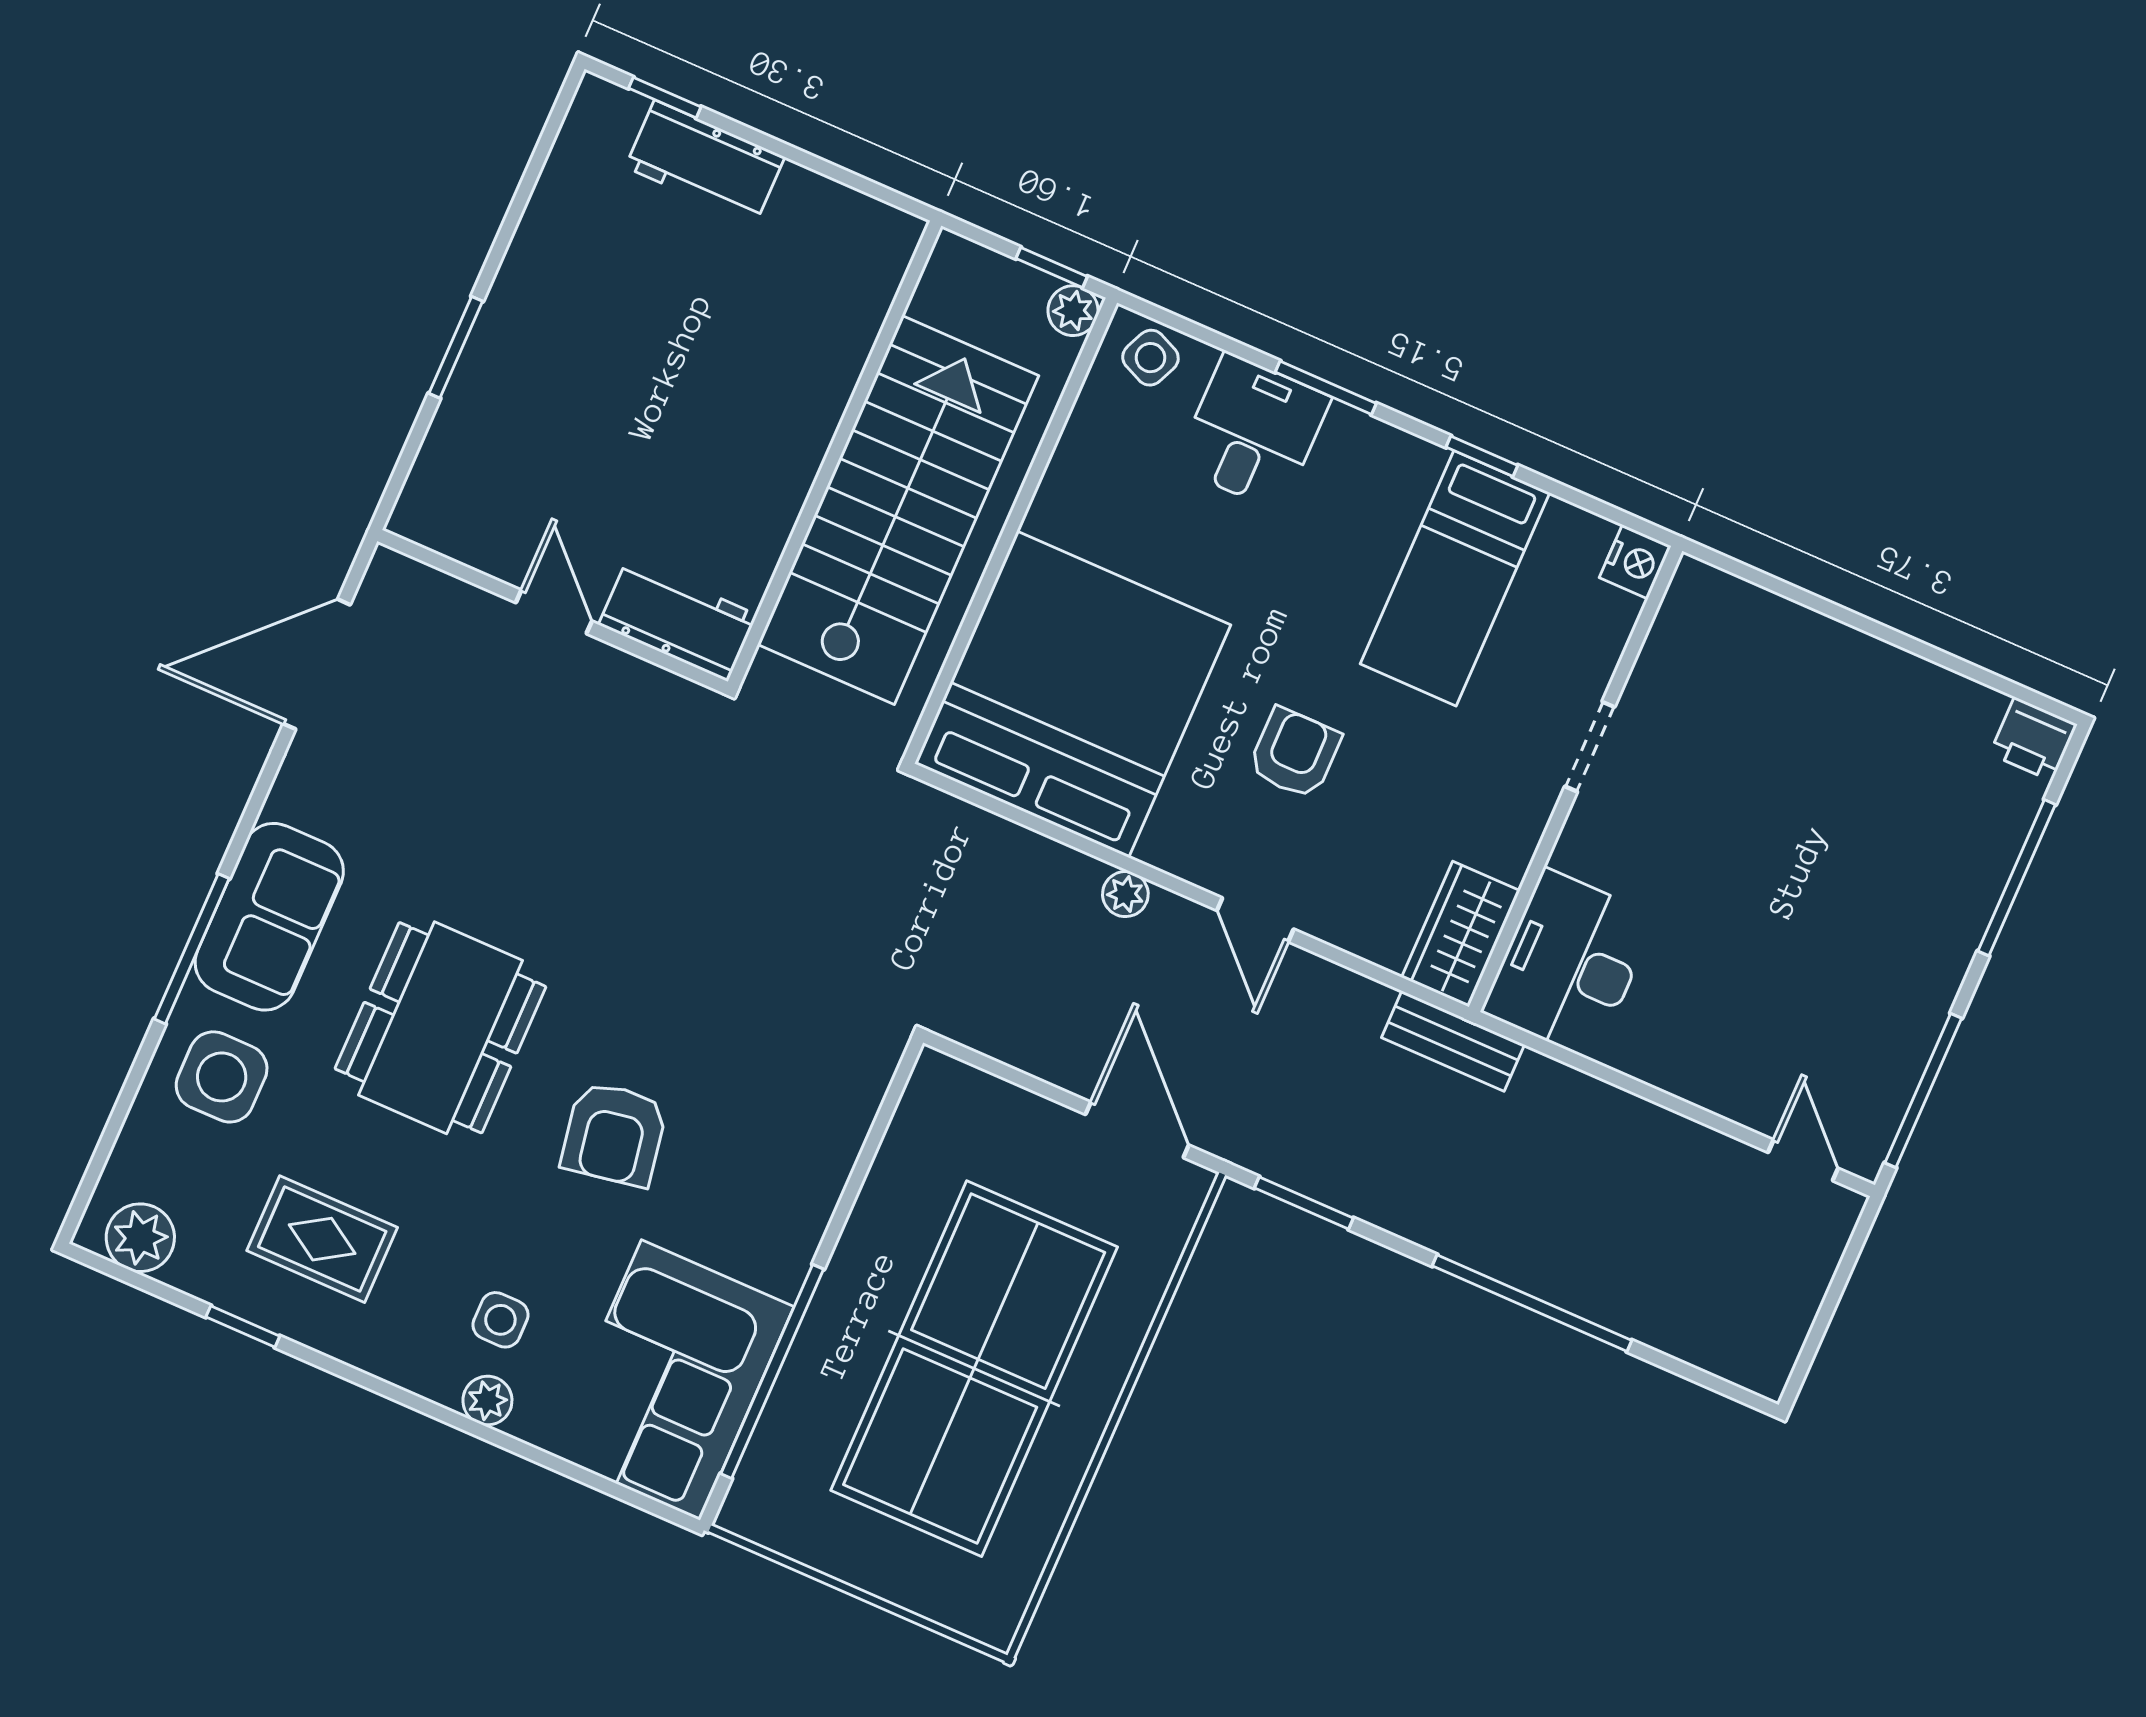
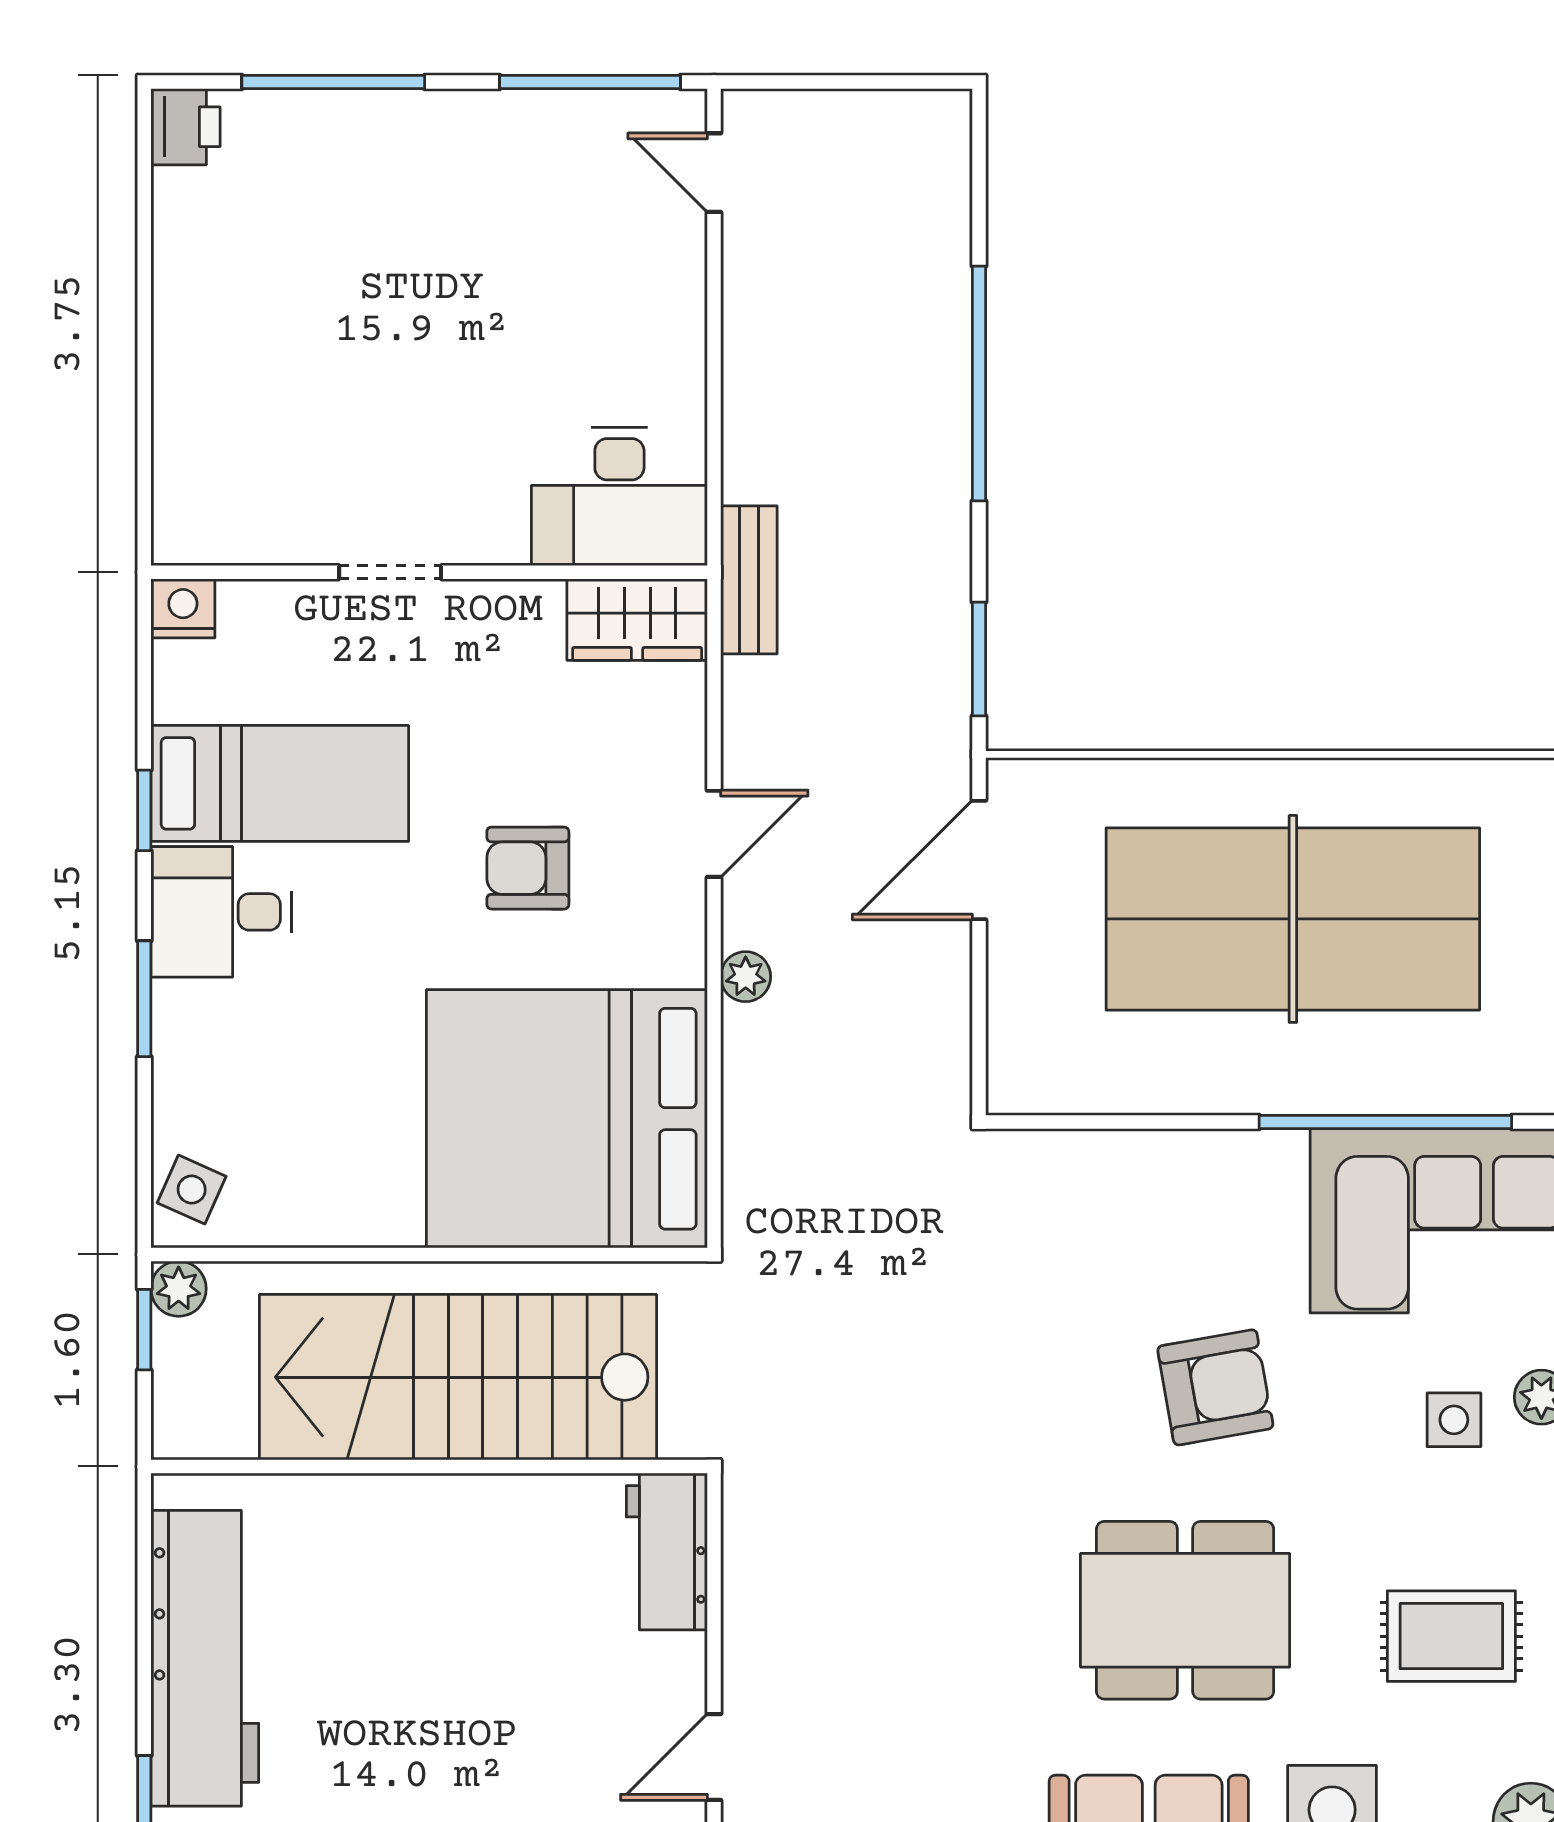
workbench: (705, 162) -> (205, 1658), width x1.88, depth x1.32
desk: (1253, 432) -> (221, 912), moved
door: (554, 612) -> (714, 1757), moved
door: (1803, 1160) -> (714, 173), hinge flipped
rug: (322, 1239) -> (1451, 1636), turned 90

